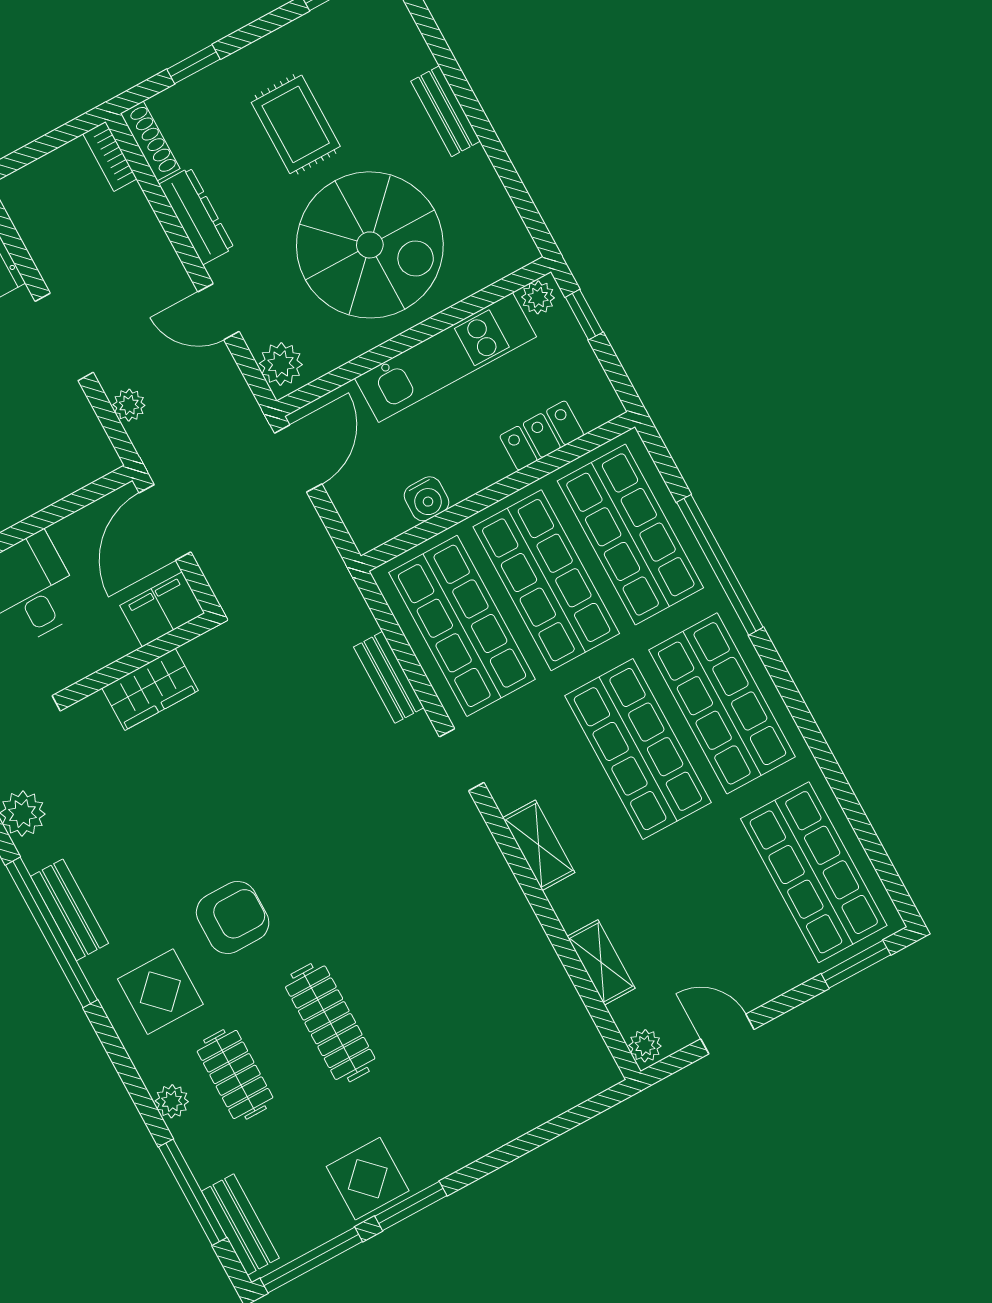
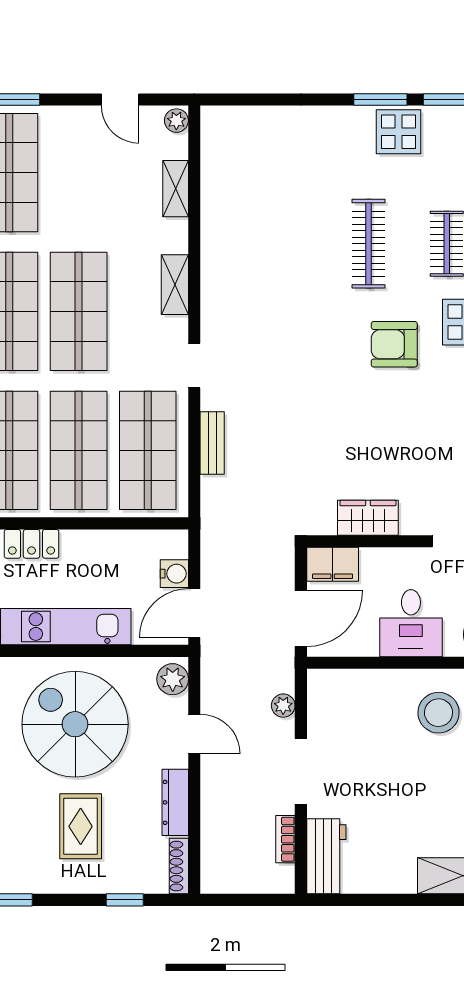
bookcase: (110, 156) -> (285, 839), moved, turned 180
water cooler: (427, 499) -> (174, 574), moved, turned 90

